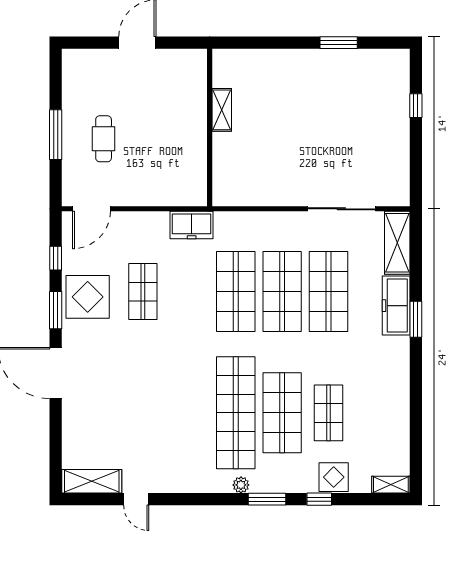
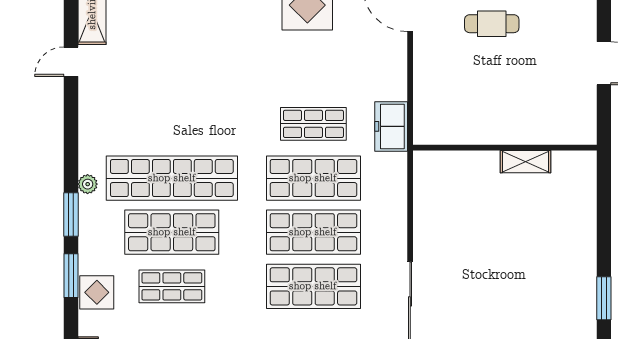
shop shelf: (143, 292) -> (313, 124), moved
window: (319, 499) -> (71, 276), width x1.50

